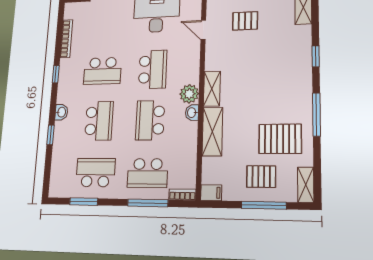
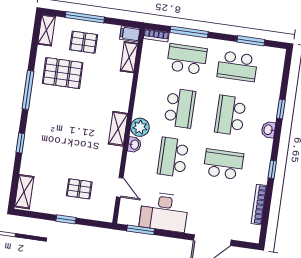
washbasin: (192, 113) -> (134, 145), moved
shelving: (212, 132) -> (129, 57), moved, width x0.67, depth x0.75

